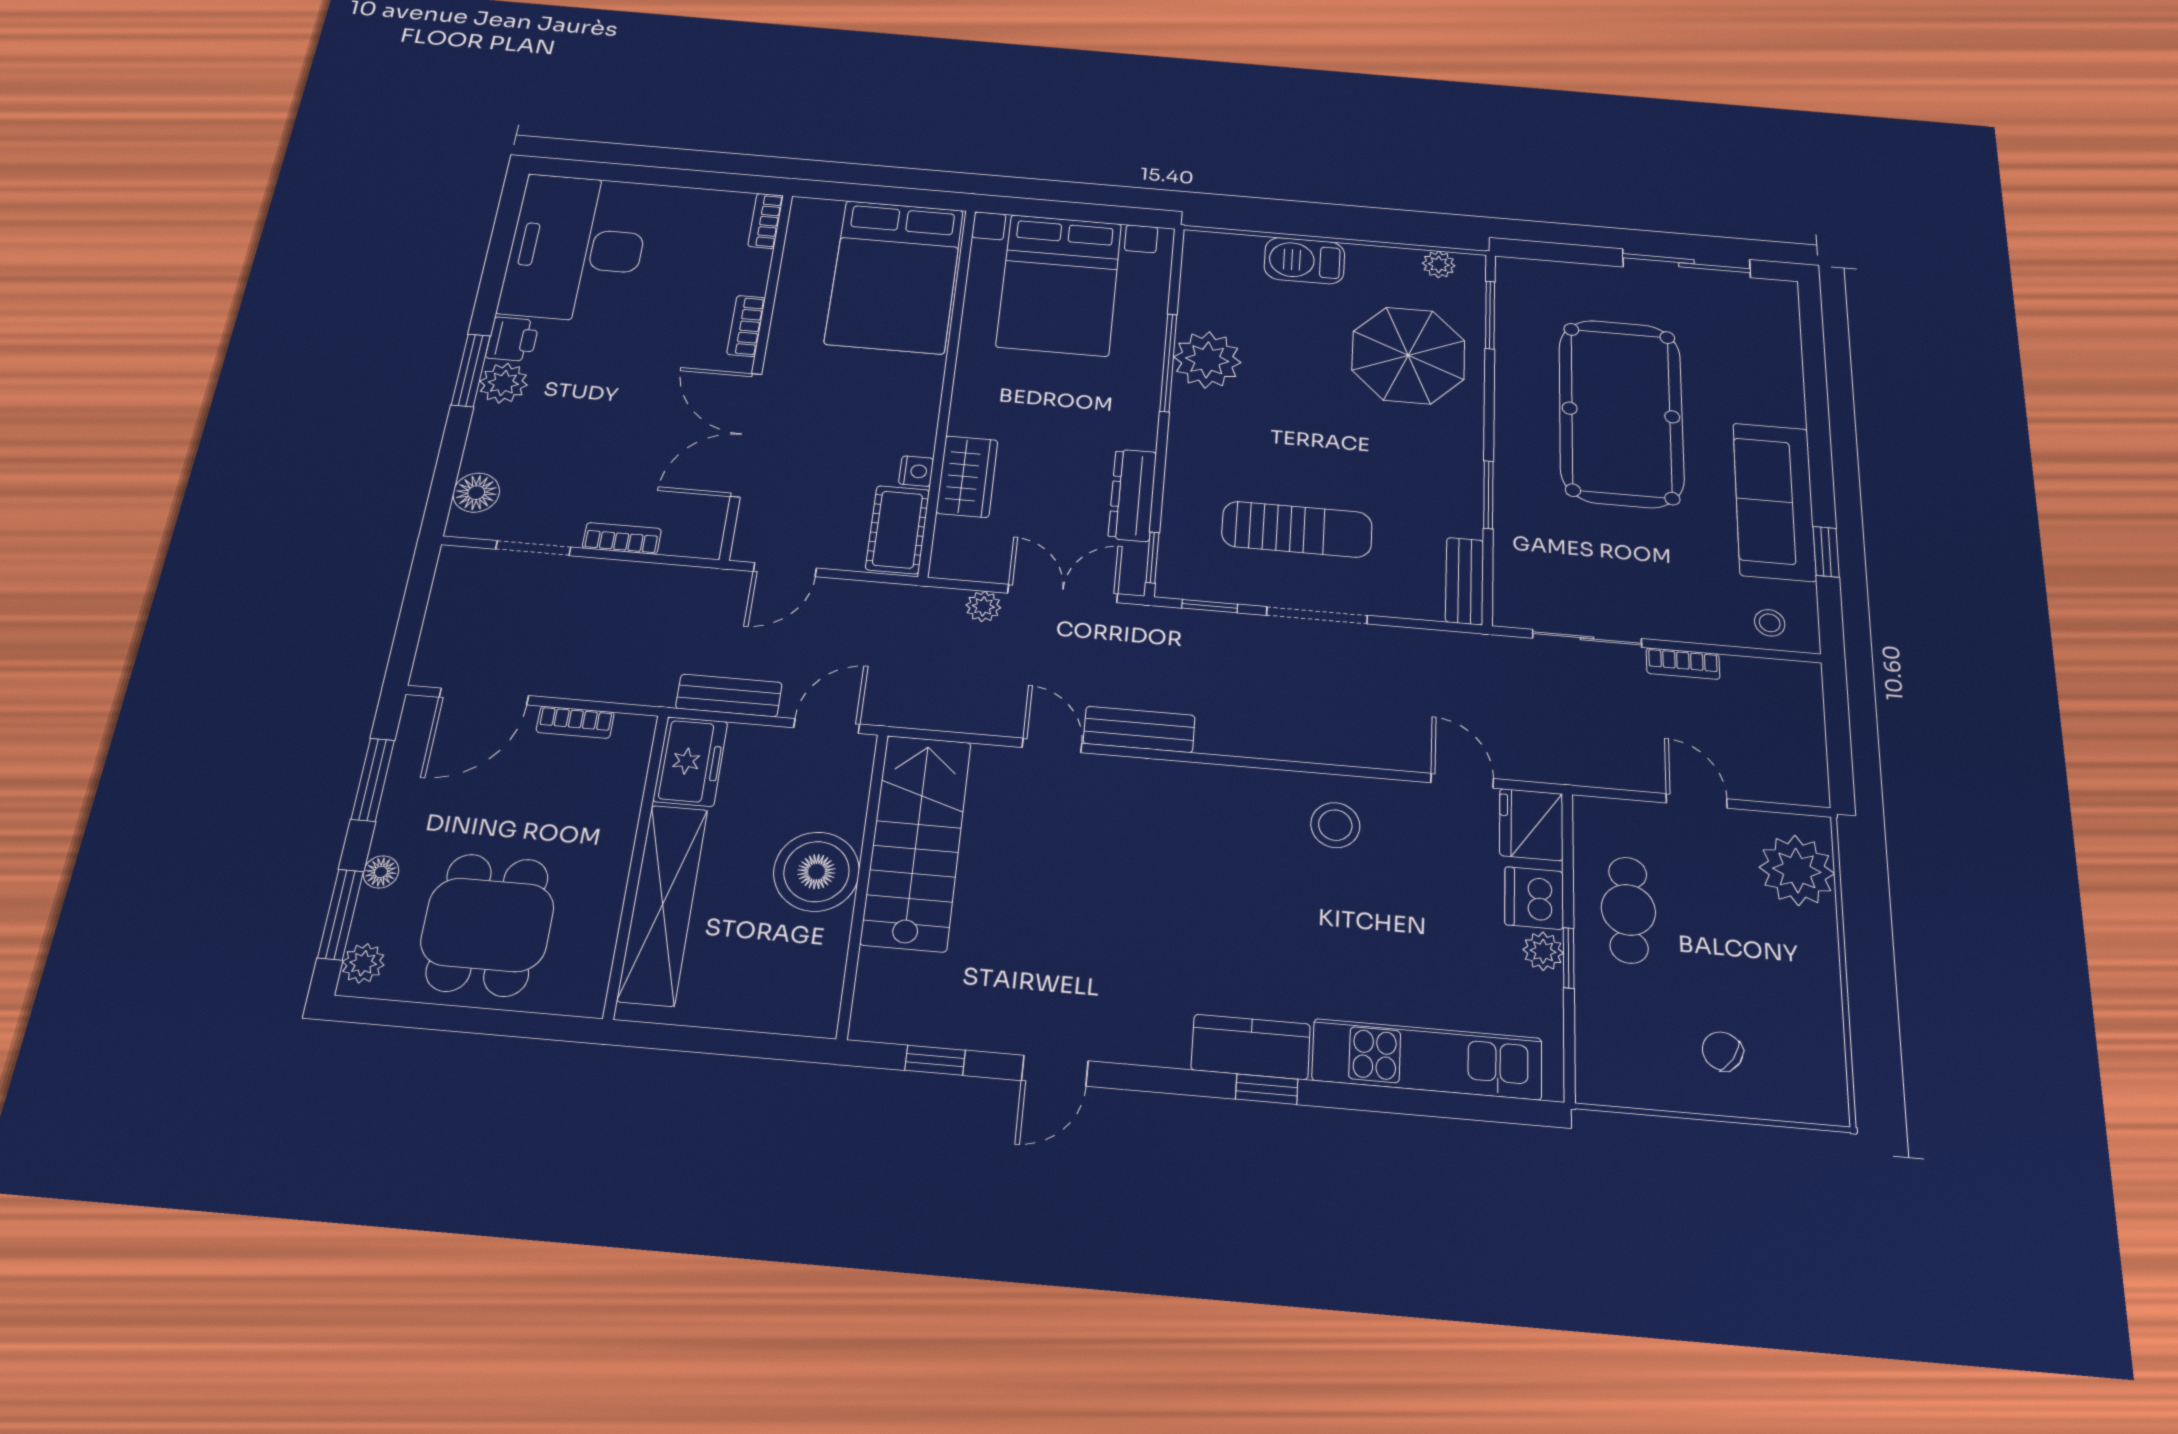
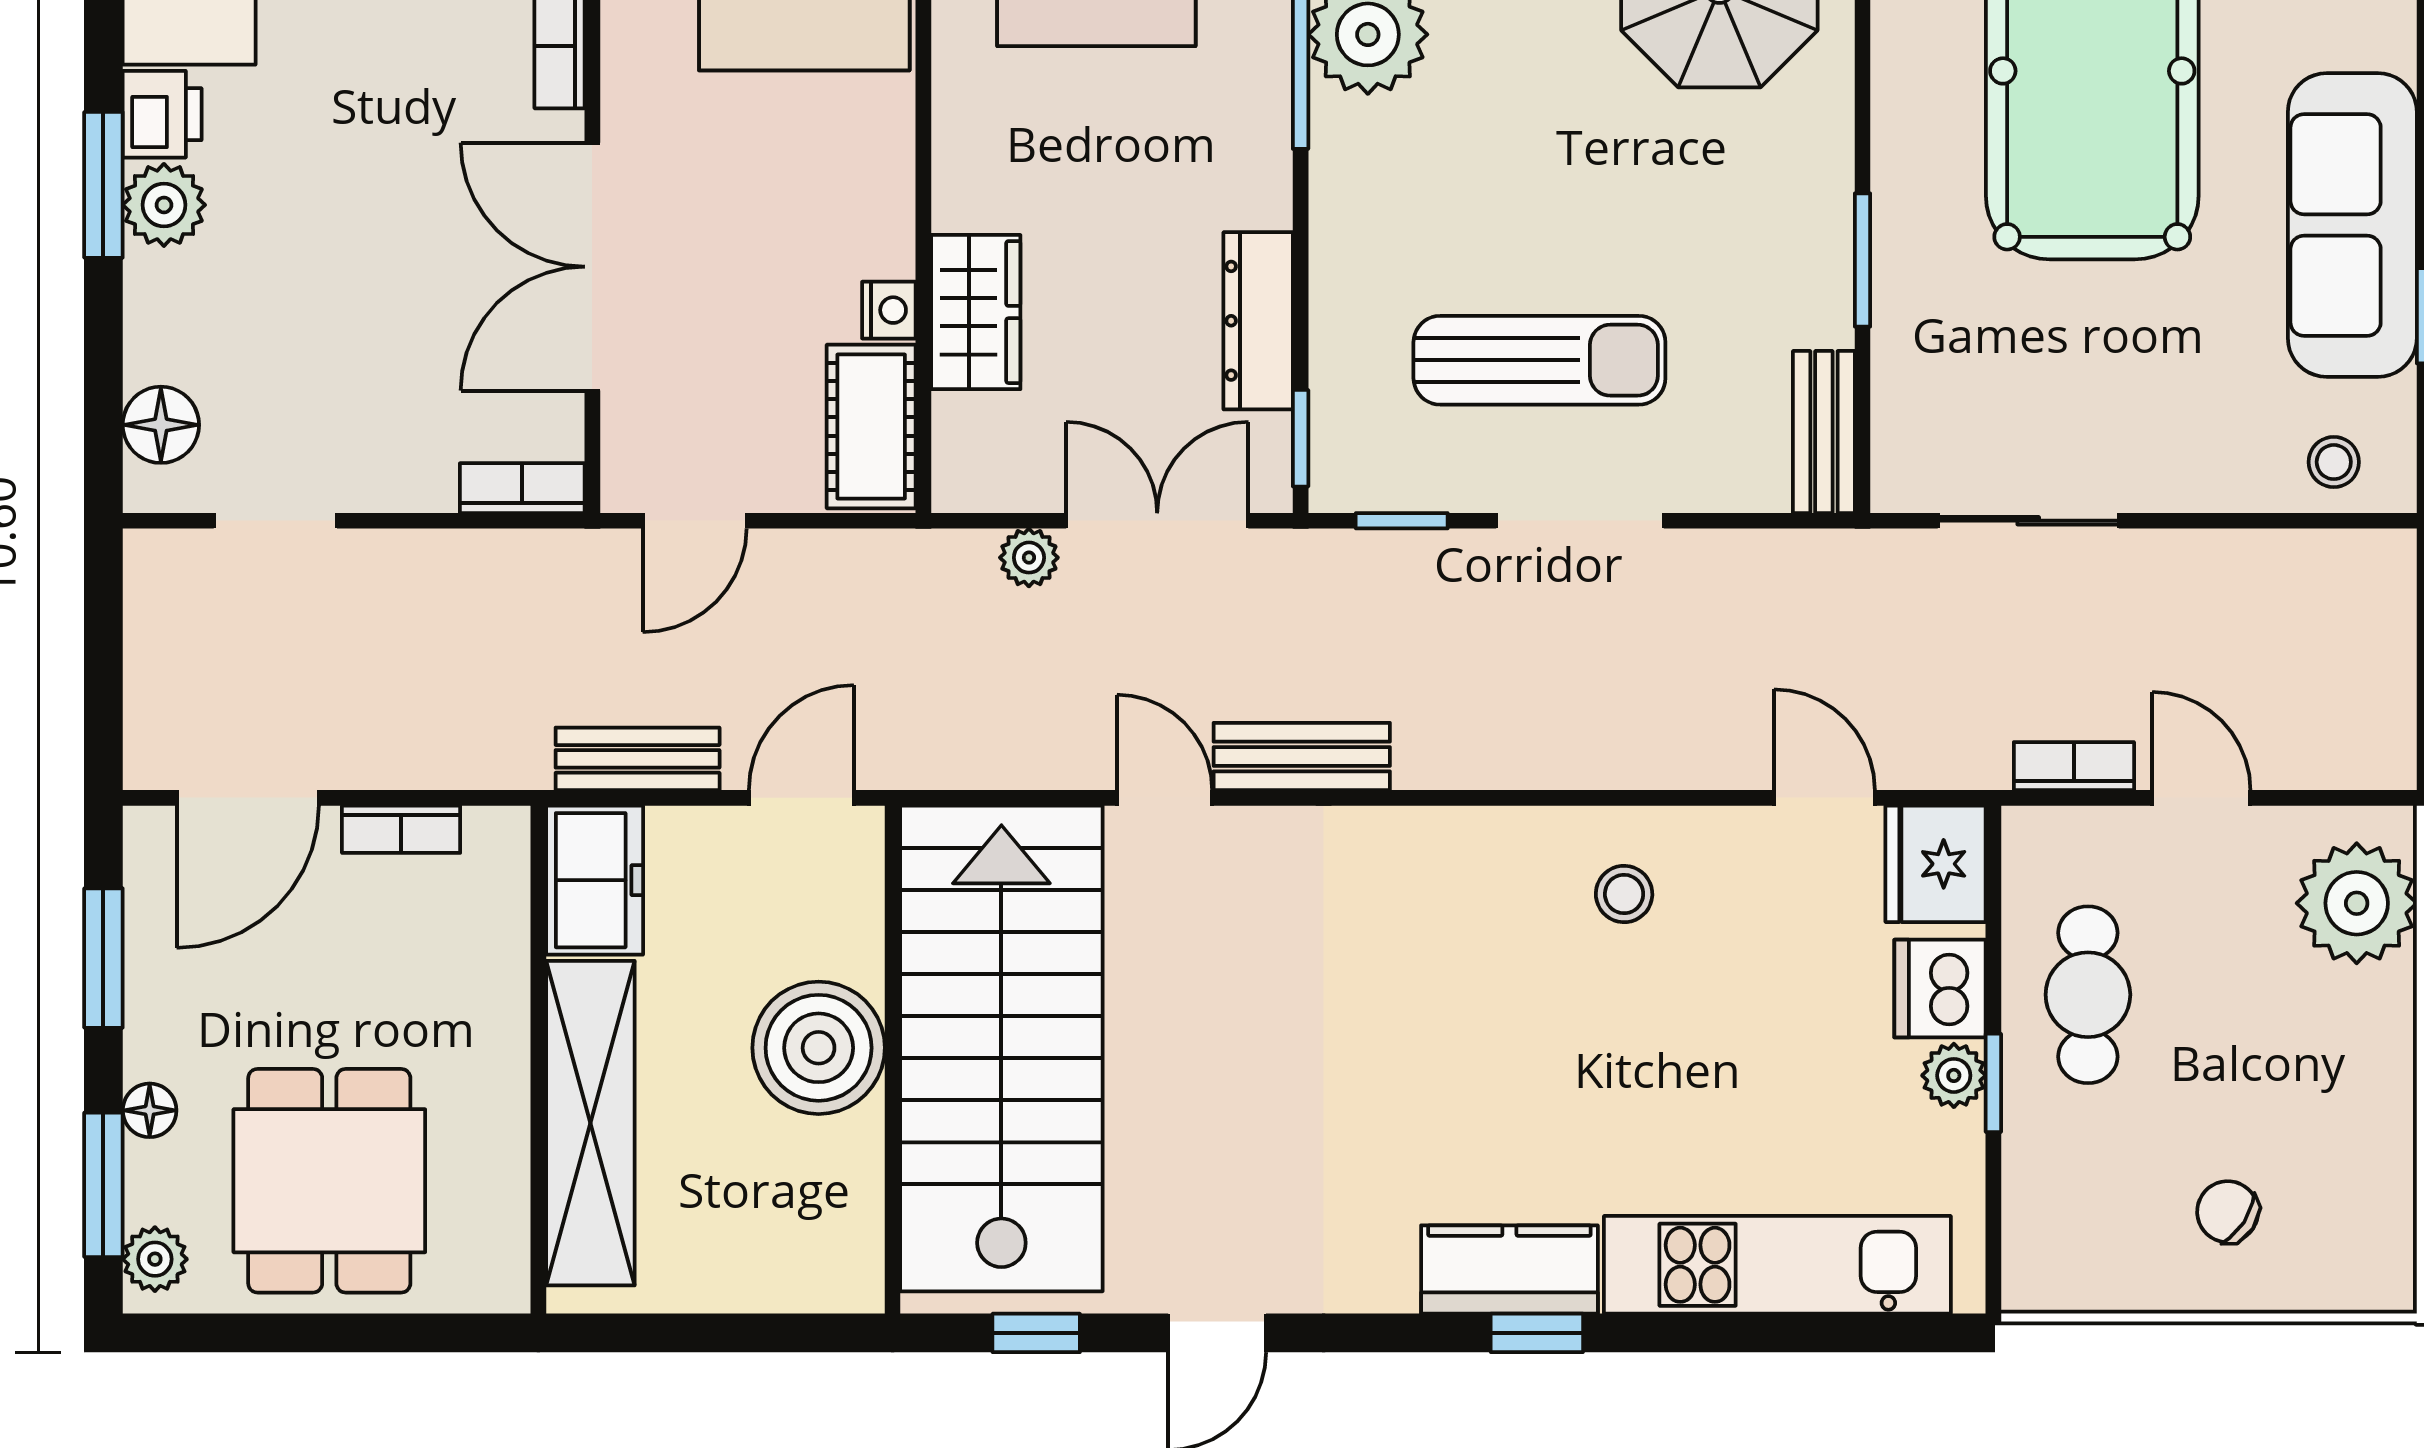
bookcase: (622, 538) -> (522, 488), moved
bookcase: (1683, 664) -> (2074, 766), moved, turned 180
stool: (1335, 825) -> (1624, 894), width x0.73, depth x0.73
stairs: (916, 842) -> (1001, 1048), width x1.36, depth x1.51

